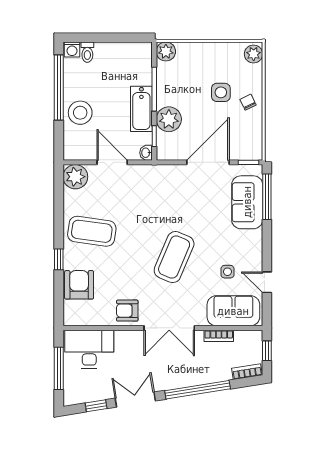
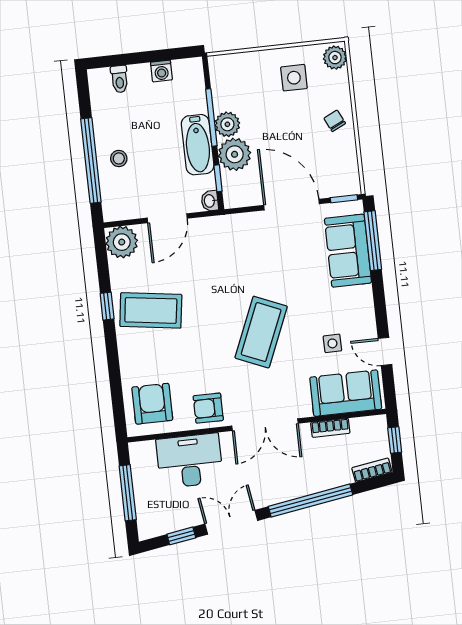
washing machine: (72, 50) -> (161, 71), moved
plant: (166, 52) -> (227, 124), moved
window: (59, 88) -> (91, 160), moved
side table: (221, 92) -> (294, 78), moved
stool: (80, 113) -> (119, 158), width x0.53, depth x0.53
door: (112, 162) -> (167, 218), swing flipped
door: (208, 162) -> (291, 205), hinge flipped
window: (59, 259) -> (107, 306), moved
armchair: (79, 285) -> (152, 404), moved
desk: (89, 349) -> (190, 461), moved

